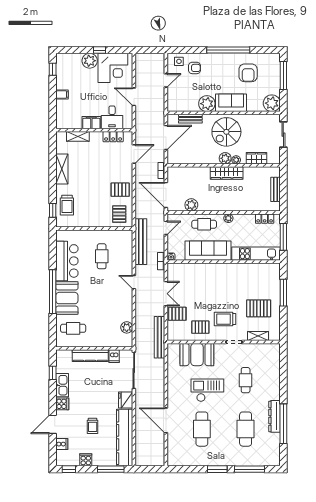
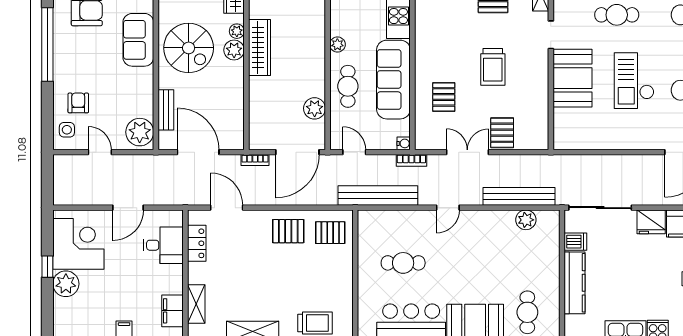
plant: (207, 104) -> (140, 132), moved
filing cabinet: (91, 123) -> (173, 311), moved
pallet: (120, 190) -> (288, 231), turned 90
trolley: (225, 319) -> (493, 67), moved
pallet: (200, 327) -> (444, 97), moved
bench: (159, 337) -> (519, 196), moved
booth: (197, 355) -> (573, 78), moved

